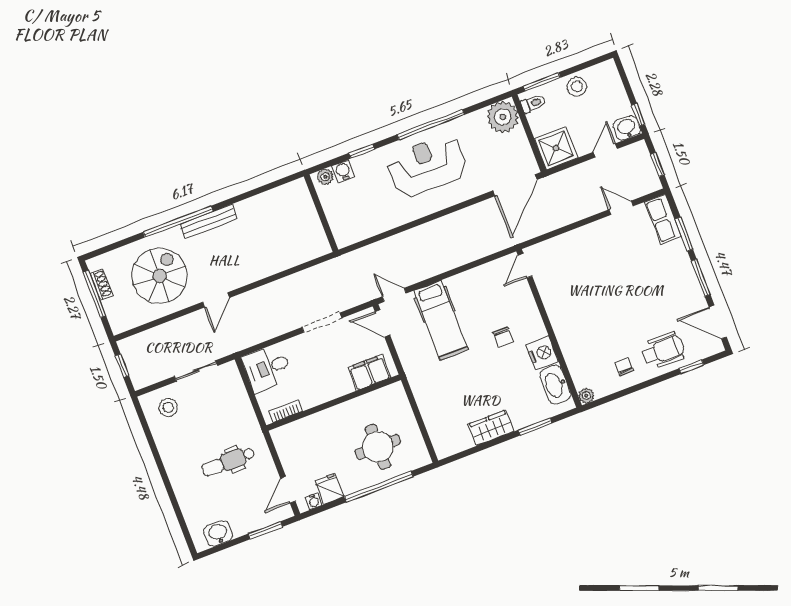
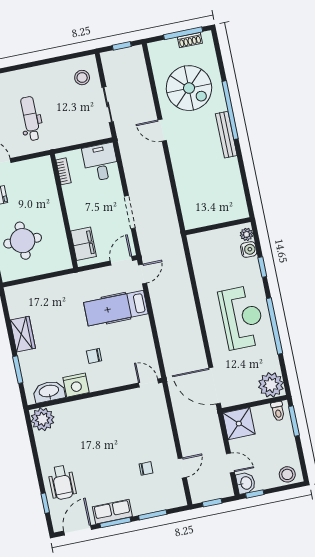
stool: (577, 86) -> (287, 474), moved
row of seats: (663, 219) -> (112, 512), moved
chair: (624, 367) -> (146, 468), moved
plant: (586, 396) -> (43, 419), width x1.88, depth x1.88

